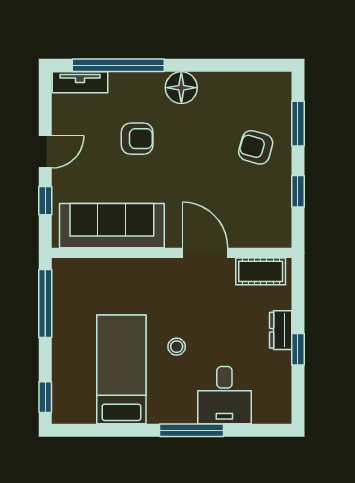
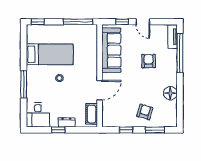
floor lamp: (181, 88) -> (170, 93), moved
armchair: (137, 139) -> (149, 61), turned 180
desk: (224, 395) -> (38, 115), moved, turned -90

